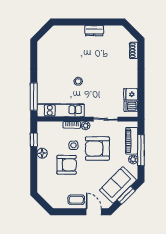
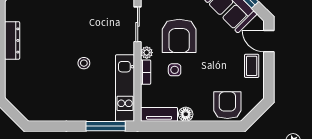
dresser: (94, 31) -> (12, 40), width x1.44
tv unit: (42, 134) -> (159, 114), added
window: (34, 140) -> (167, 126), removed
armchair: (67, 165) -> (227, 105), moved
door: (94, 212) -> (269, 41), hinge flipped

